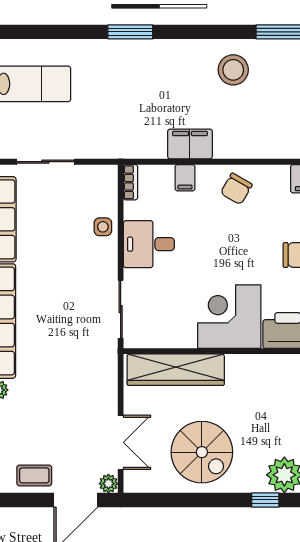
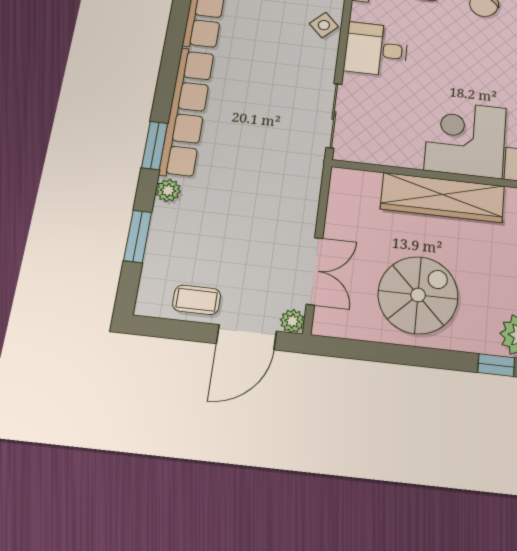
side table: (103, 227) -> (324, 25), turned 45
wardrobe: (176, 370) -> (442, 197), moved
spiral stairs: (202, 452) -> (418, 295), turned -90

